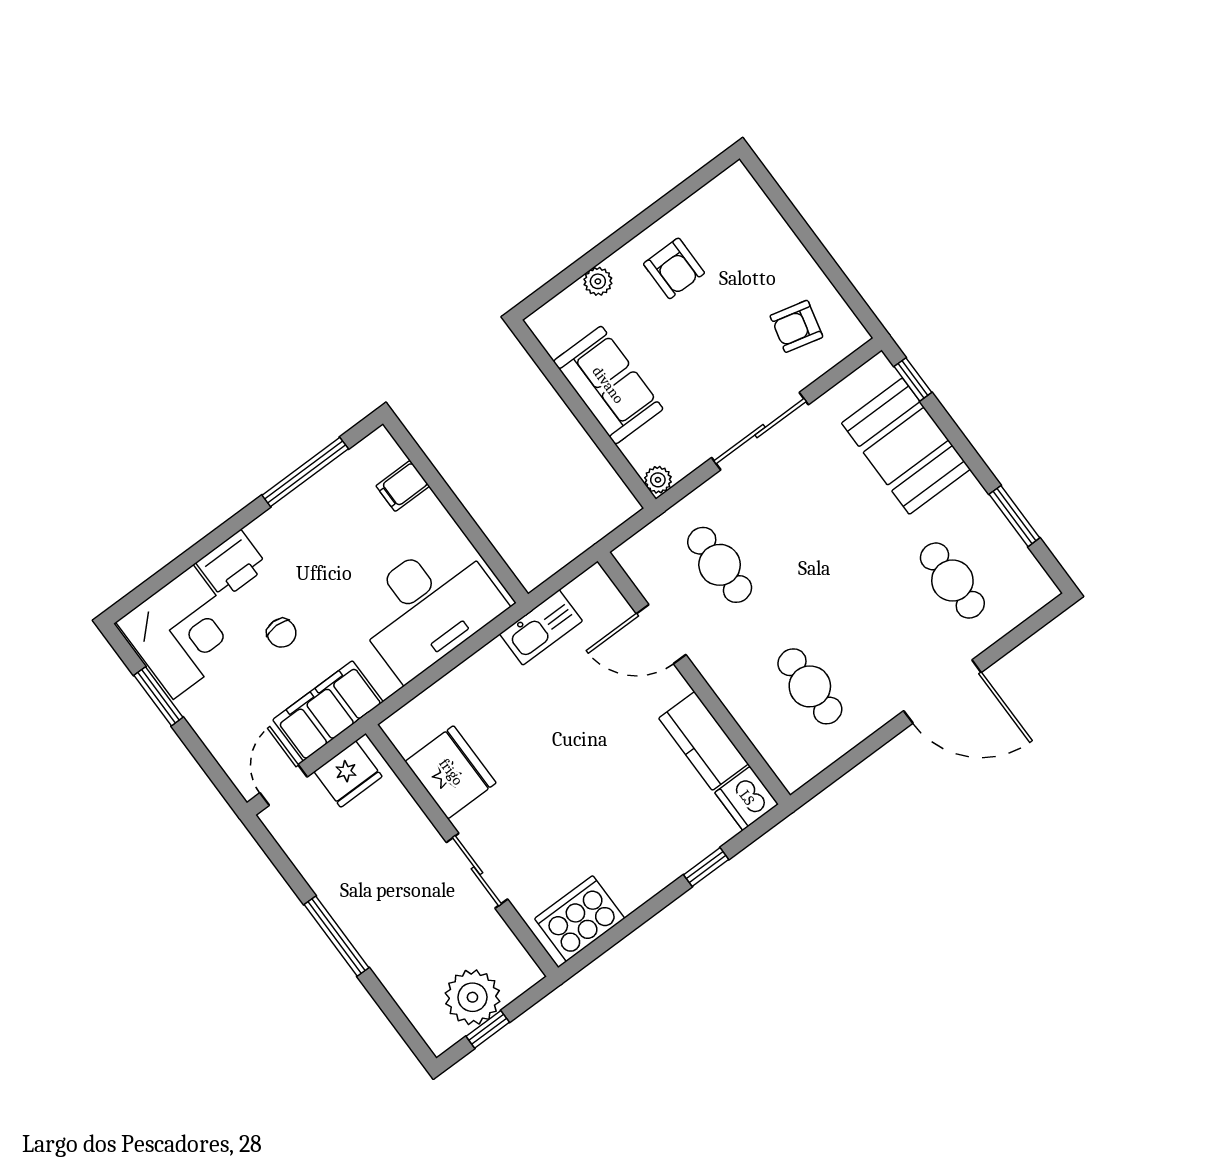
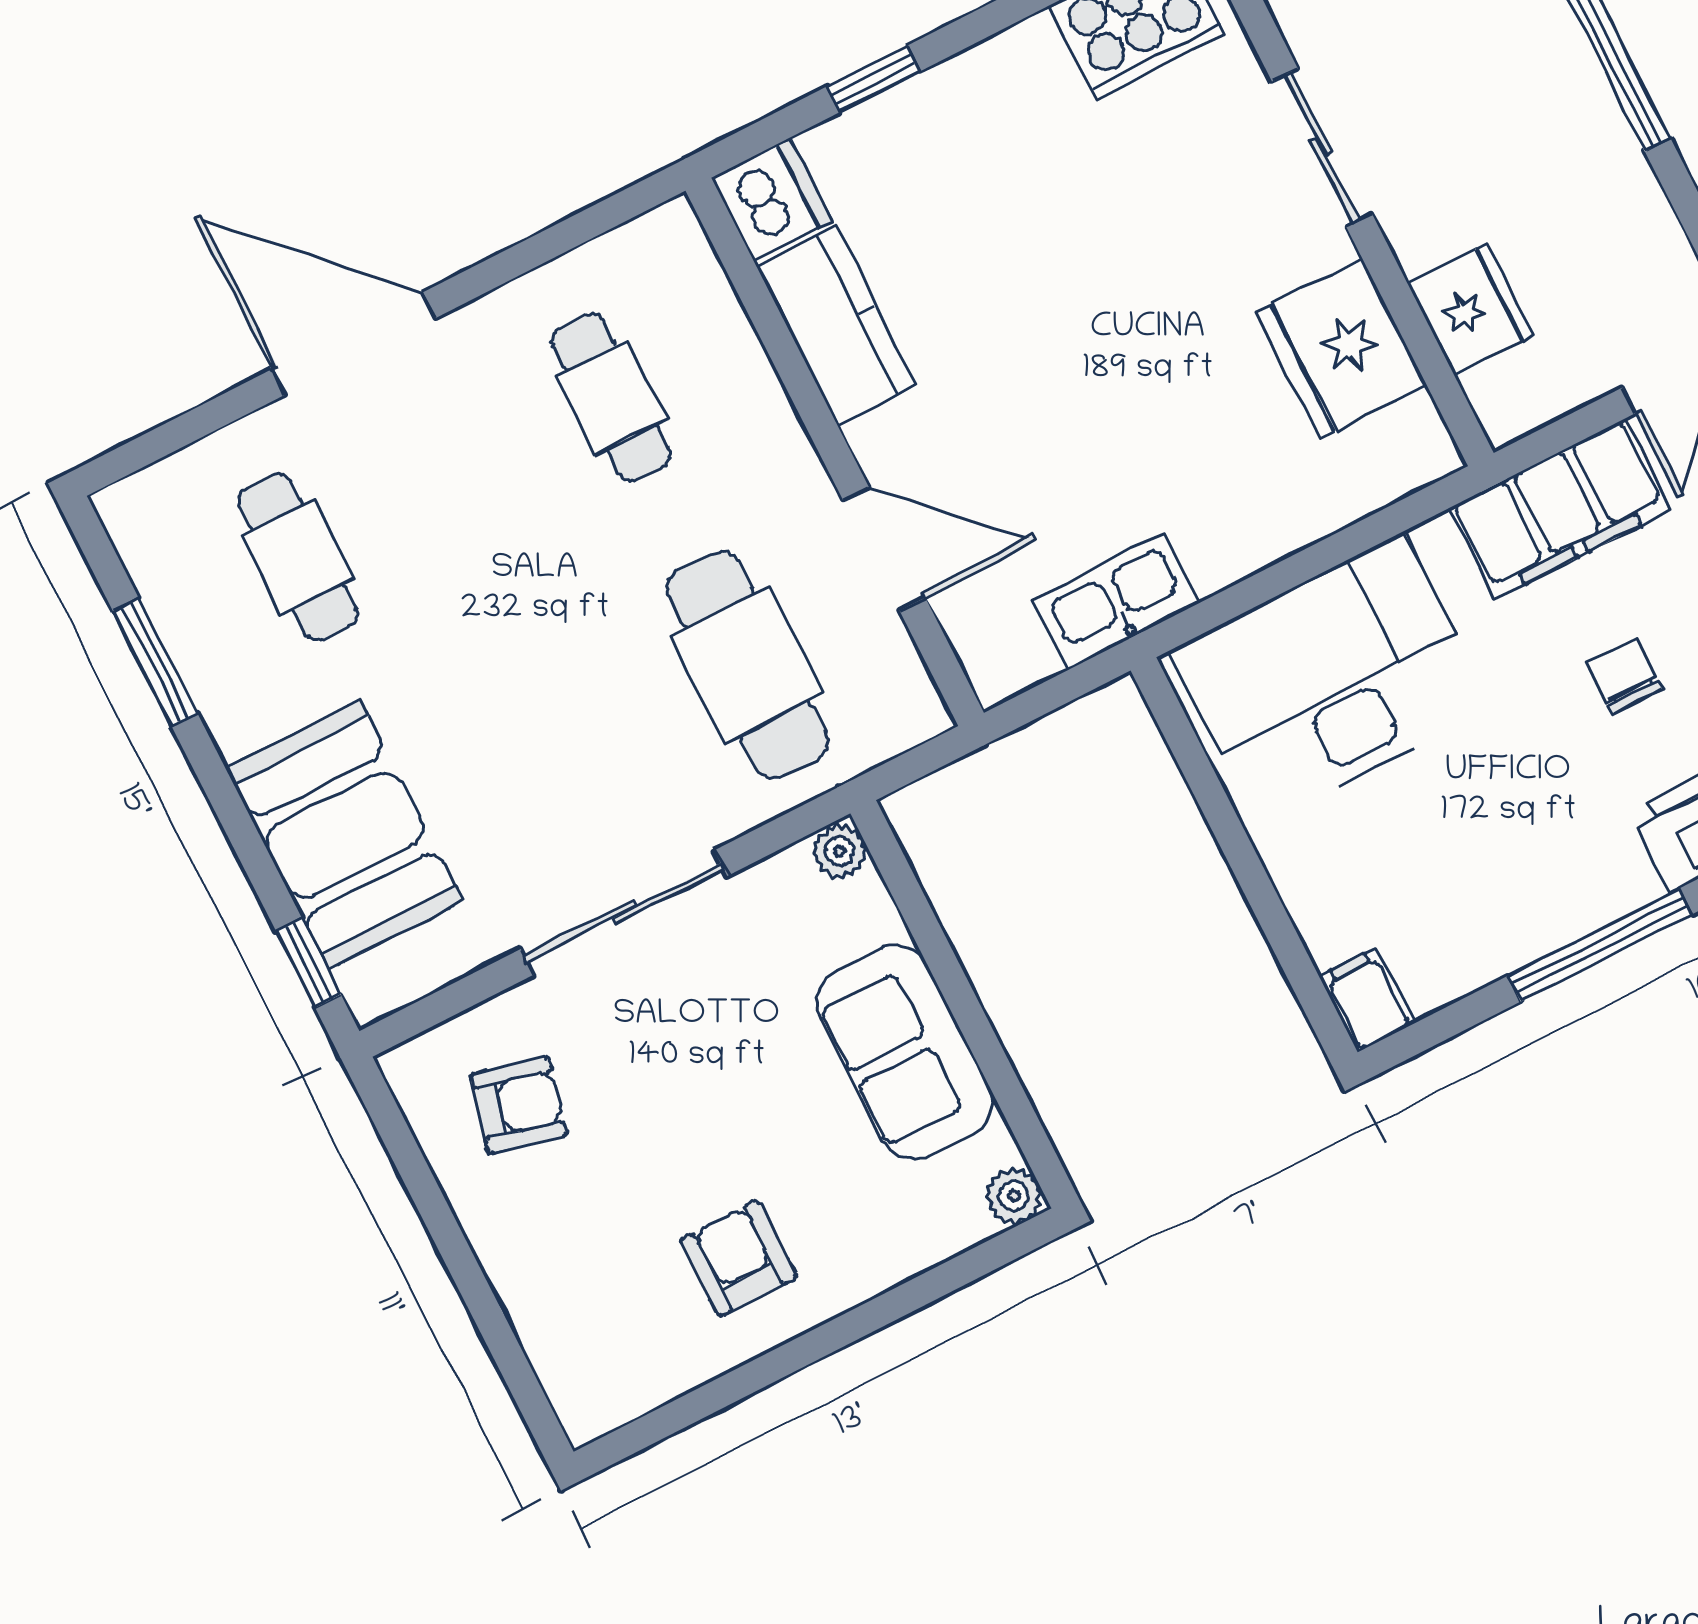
plant: (598, 281) -> (1014, 1196), moved
window: (305, 472) -> (1600, 945), moved
filing cabinet: (403, 486) -> (1367, 1000), moved, turned -90
cafe table: (720, 565) -> (747, 665), width x1.37, depth x1.35
fridge: (348, 774) -> (1470, 309), moved, turned 90

